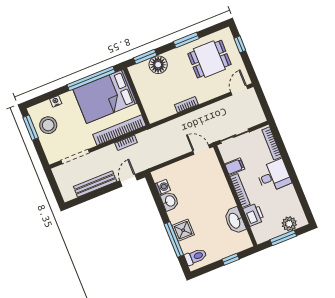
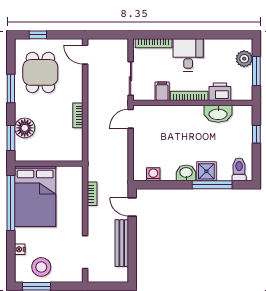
bookcase: (119, 130) -> (76, 195), removed
washbasin: (170, 201) -> (186, 173), moved

